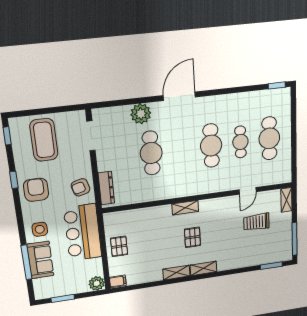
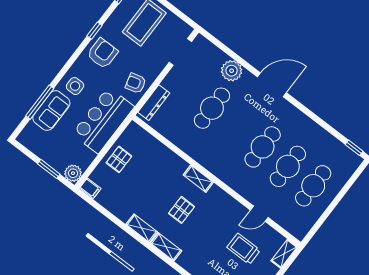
cafe table: (240, 142) -> (288, 166), width x1.37, depth x1.35
window: (63, 298) -> (49, 169), moved

